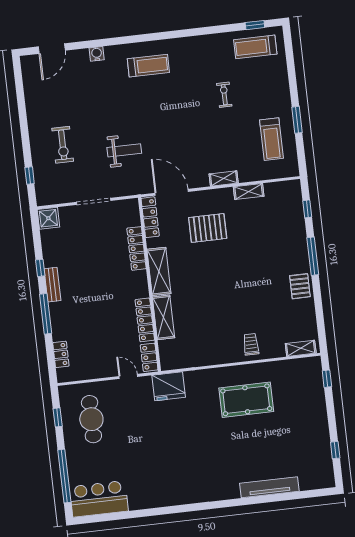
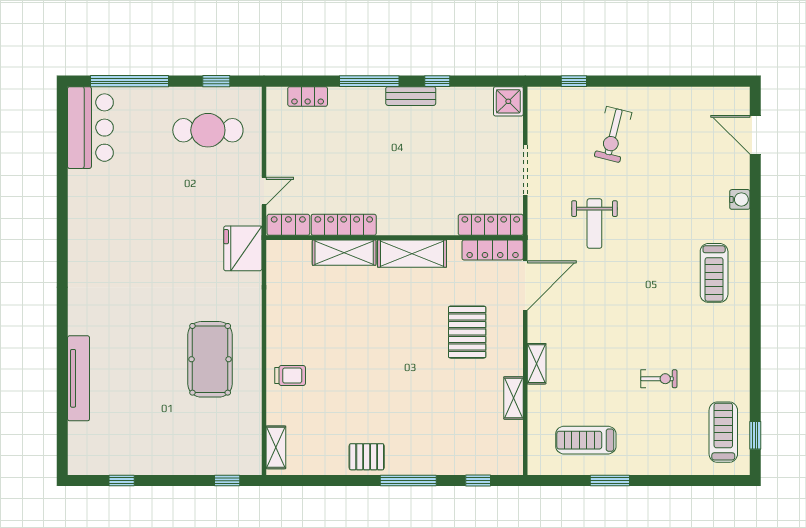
exercise bike: (63, 145) -> (613, 135), turned -76
locker: (137, 248) -> (491, 225), moved

